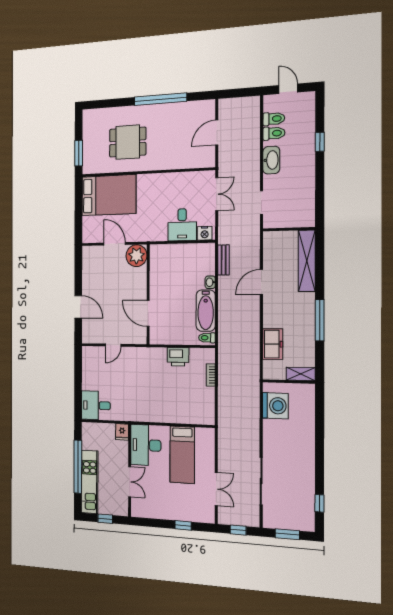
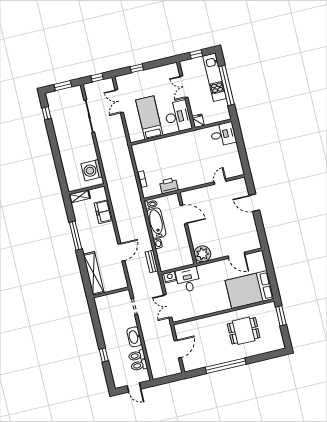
plant: (137, 256) -> (202, 254), moved
wall: (148, 294) -> (187, 228), moved
door: (148, 313) -> (184, 215), moved

